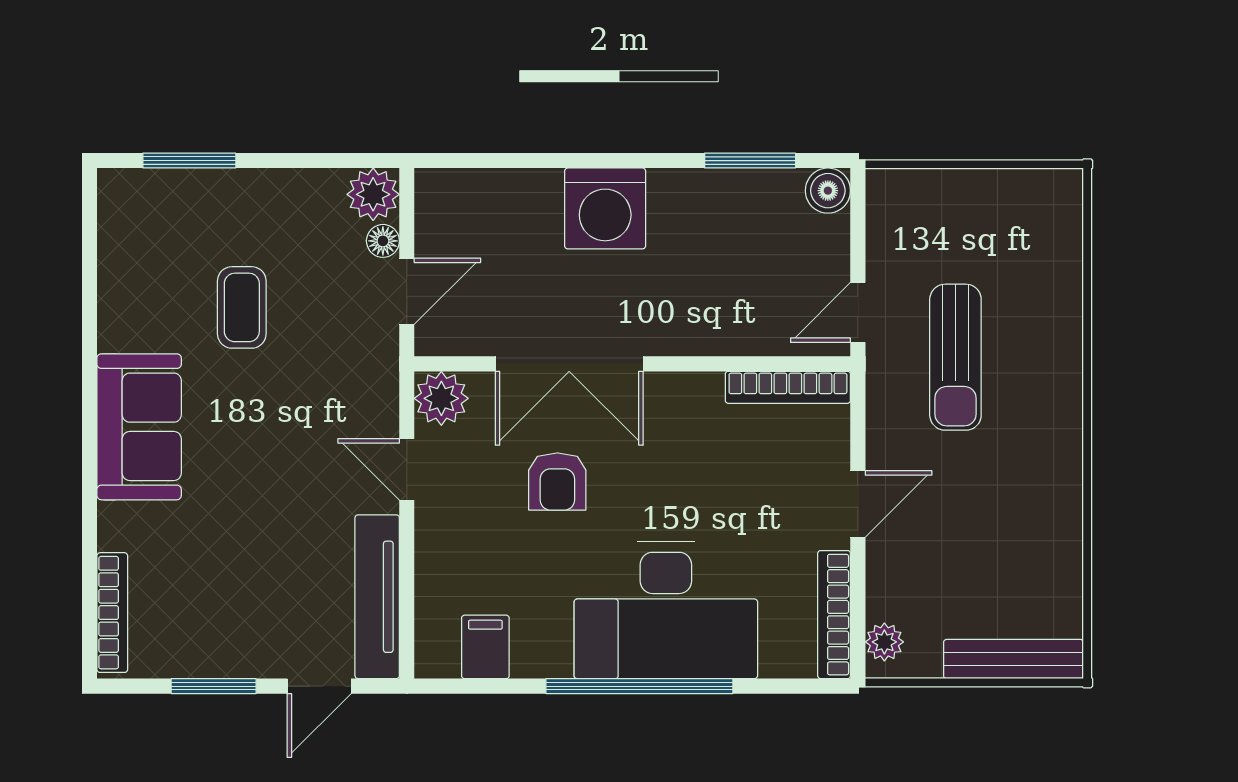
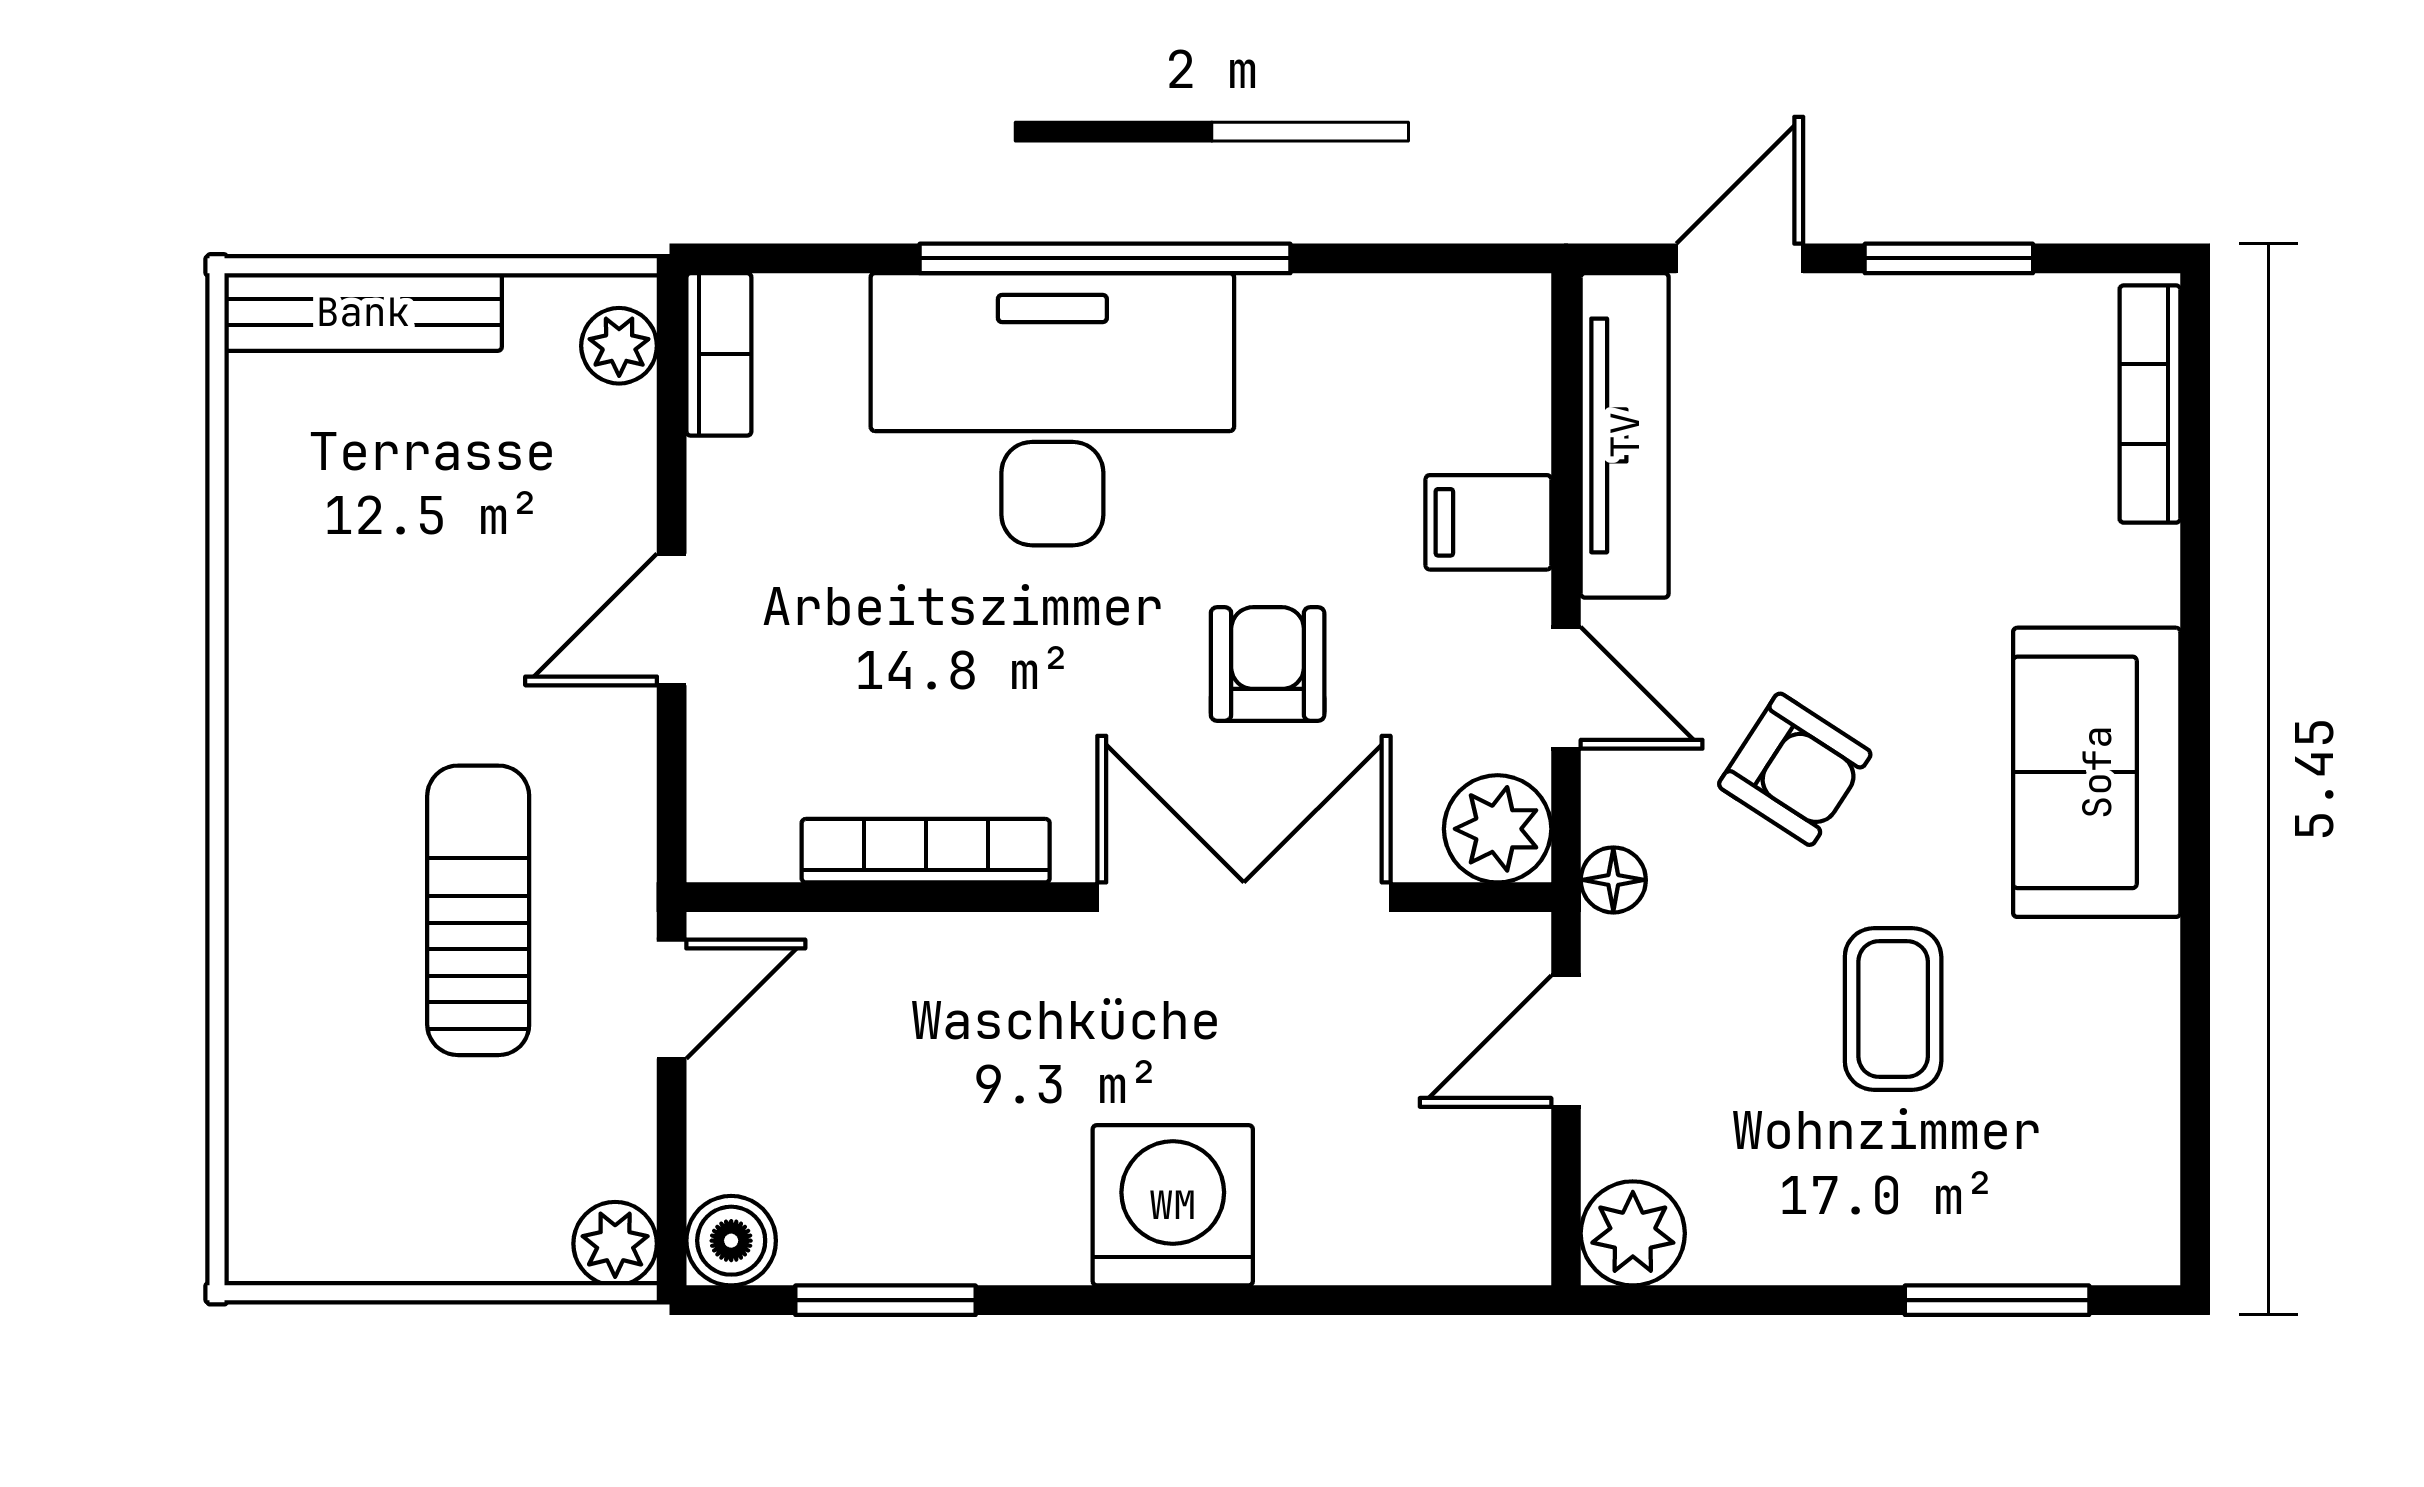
plant: (886, 189) -> (615, 1244), added
floor lamp: (383, 241) -> (1613, 880), moved
bookcase: (788, 387) -> (926, 851), moved
armchair: (291, 428) -> (1795, 769), added
bookcase: (834, 615) -> (719, 354), width x0.64
filing cabinet: (485, 647) -> (1488, 522), moved, turned 90

